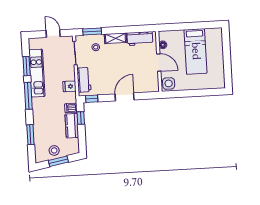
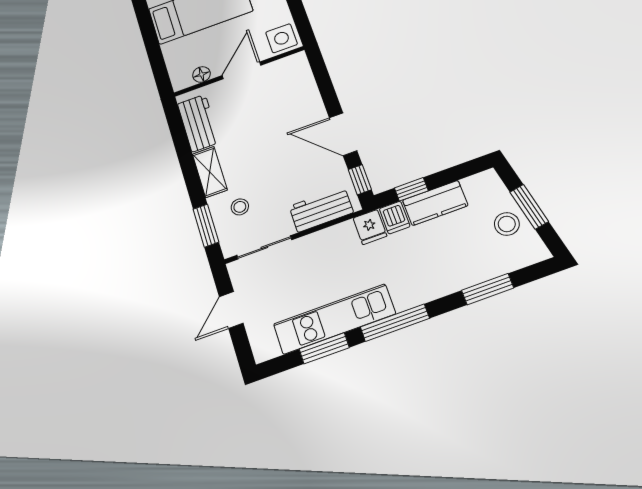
fridge: (69, 86) -> (370, 227), moved
door: (125, 97) -> (343, 134), moved

